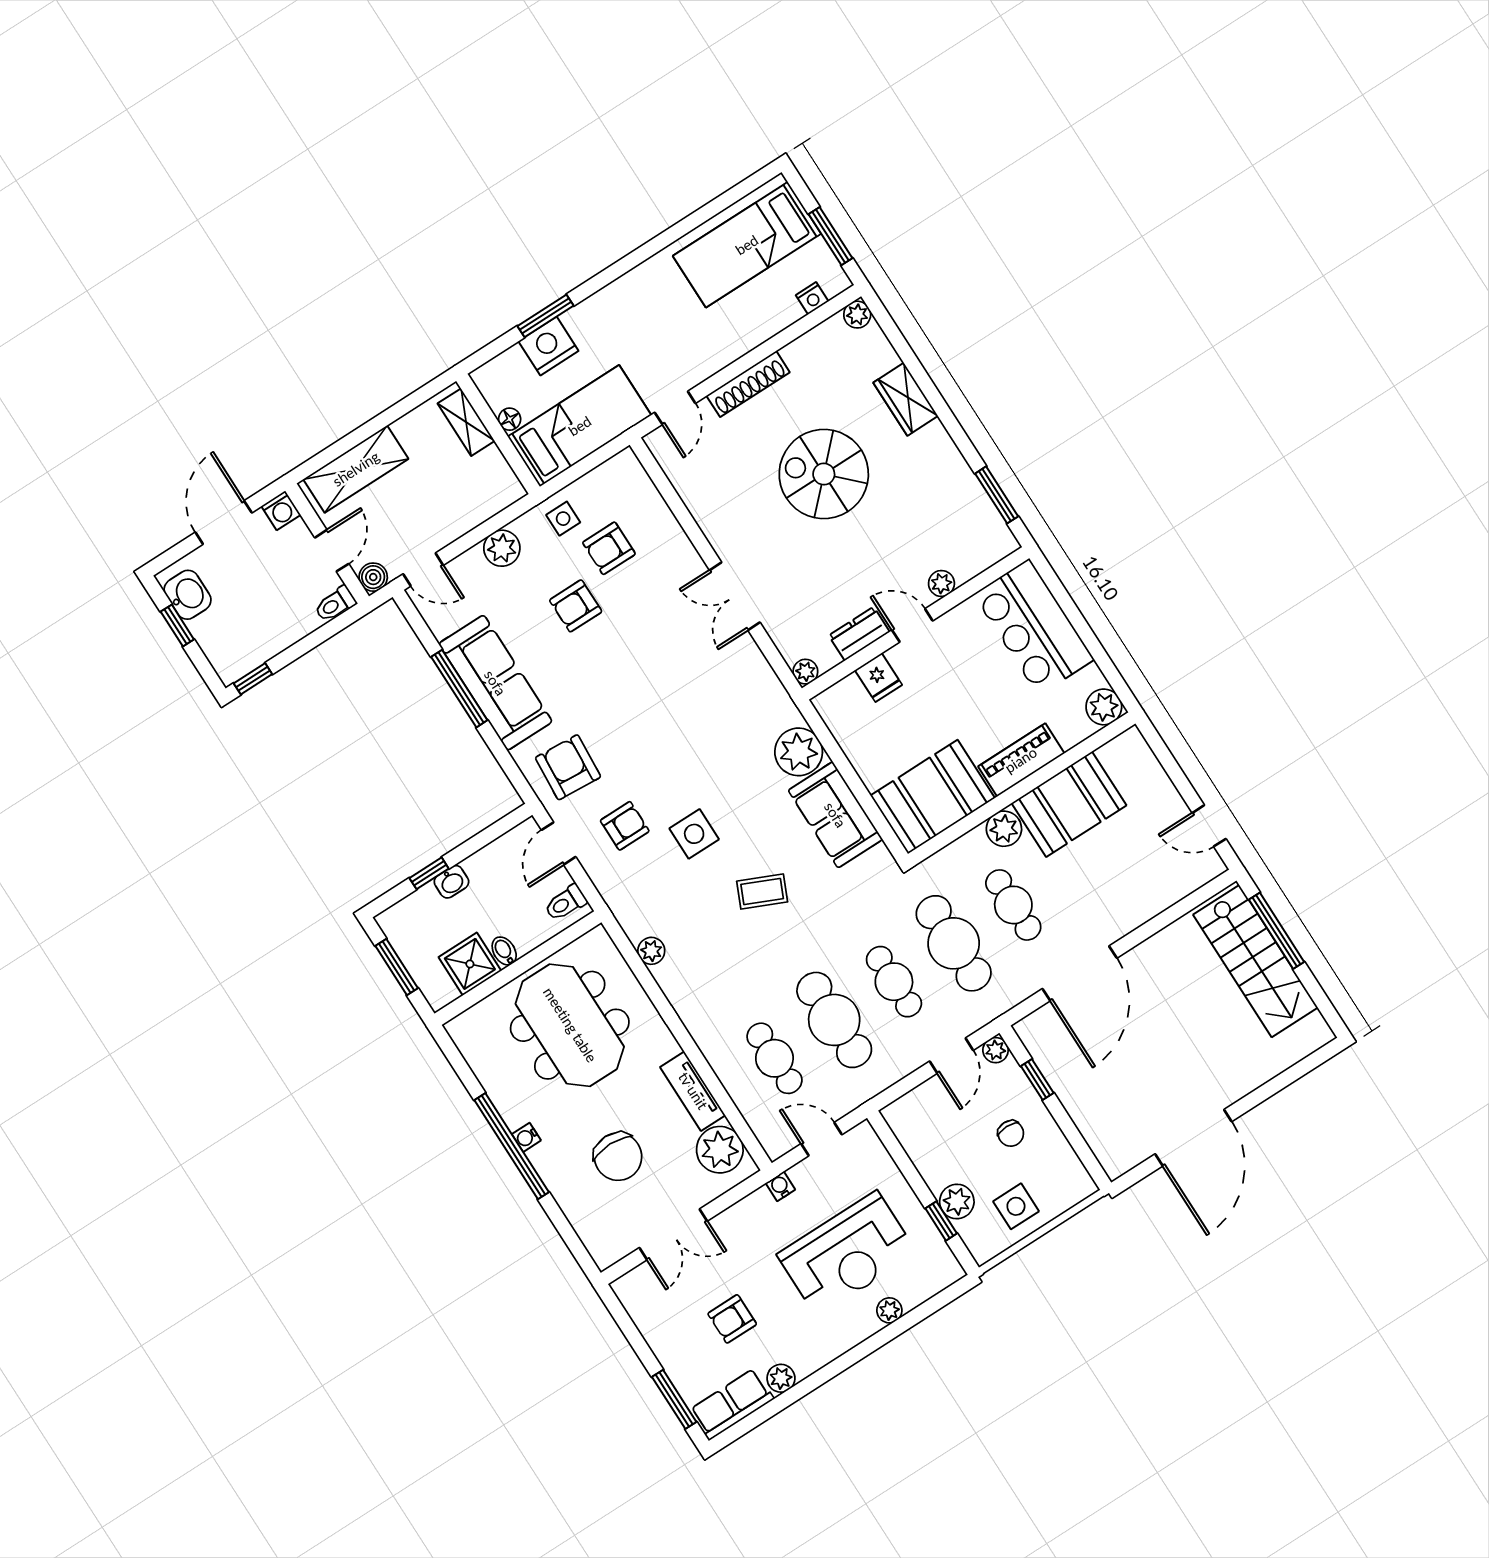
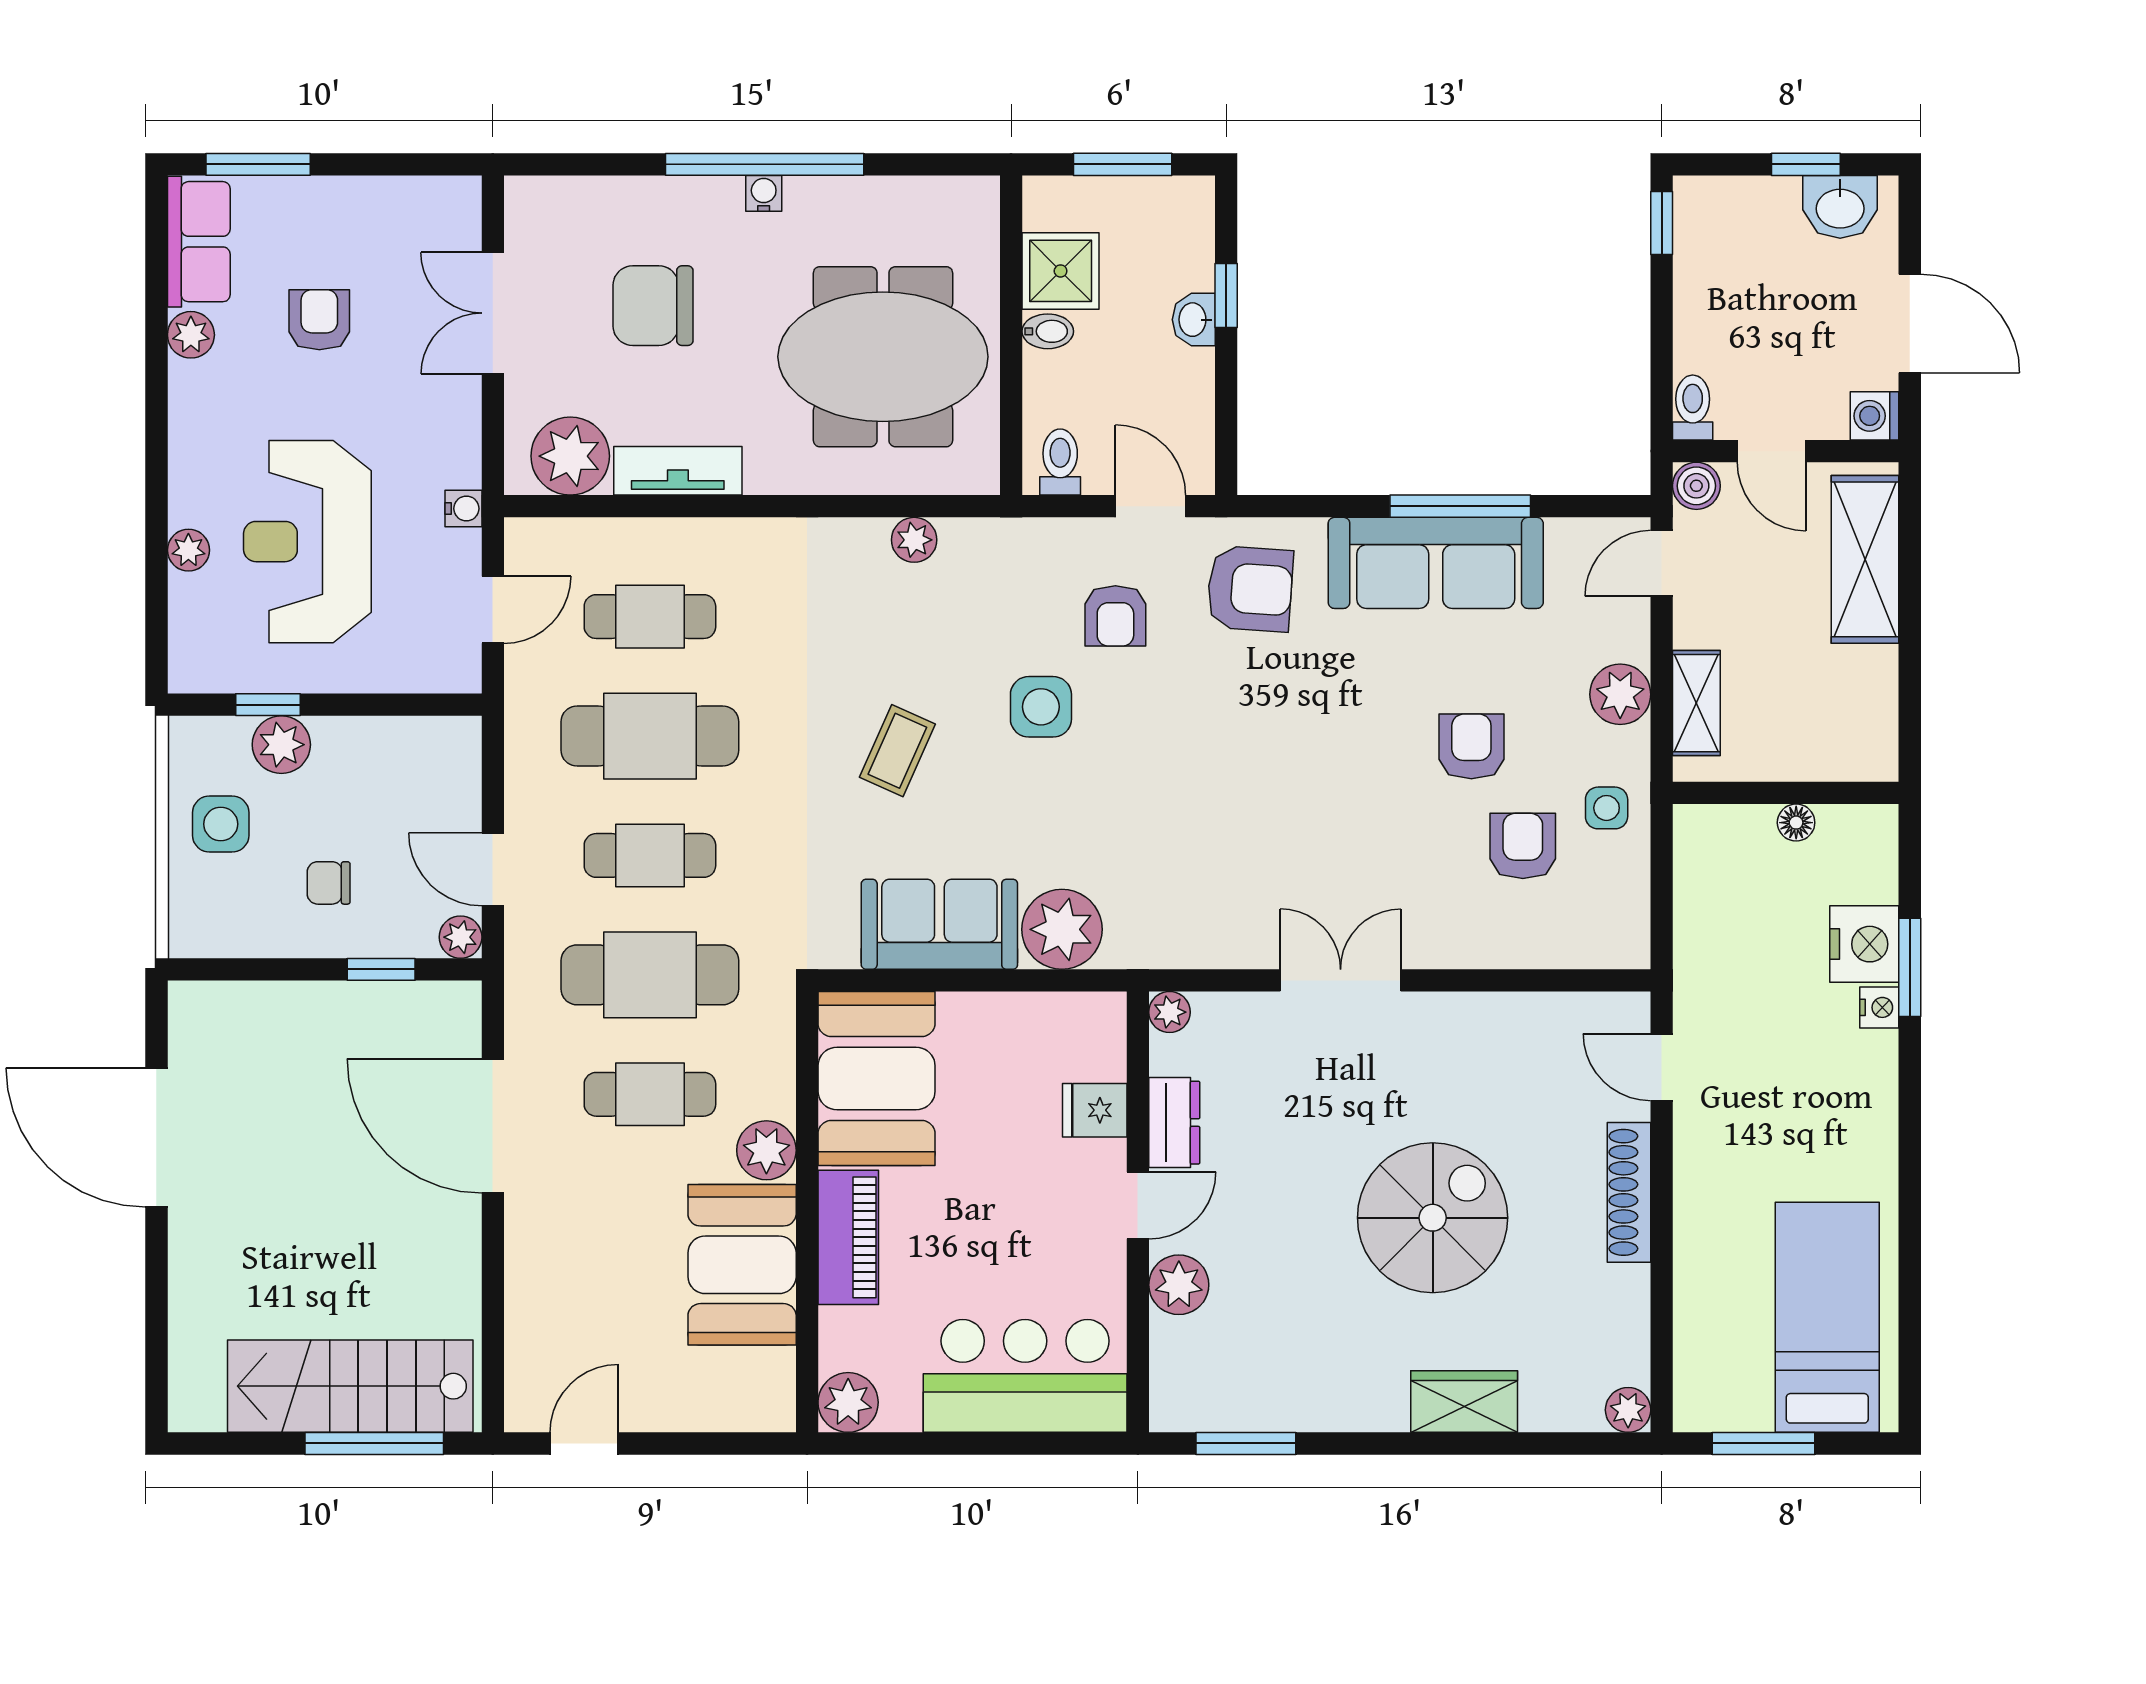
nightstand: (812, 298) -> (1879, 1007), moved, turned 180
shelving: (466, 422) -> (1696, 703), moved, turned 90
bed: (580, 426) -> (1723, 916), removed
plant: (941, 583) -> (1179, 1285), width x1.38, depth x1.38

